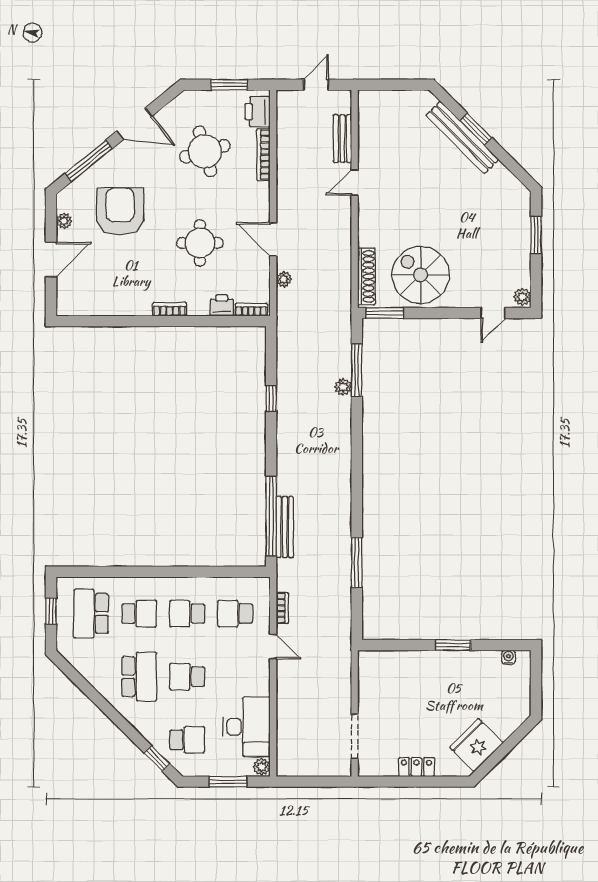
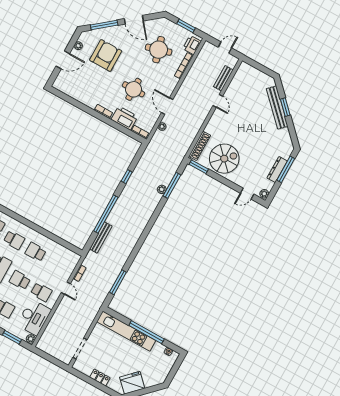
door: (355, 182) -> (218, 101), swing flipped
window: (536, 235) -> (286, 169), width x1.44
dresser: (521, 243) -> (277, 170), added
spiral stairs: (421, 275) -> (224, 159), turned 90
printer: (222, 305) -> (124, 118), width x1.87, depth x1.48
window: (271, 516) -> (106, 214), moved
window: (357, 562) -> (118, 282), moved
school desk: (235, 614) -> (41, 292), moved, turned 180
window: (453, 645) -> (147, 332), width x2.11
kitchen unit: (417, 662) -> (126, 331), added

